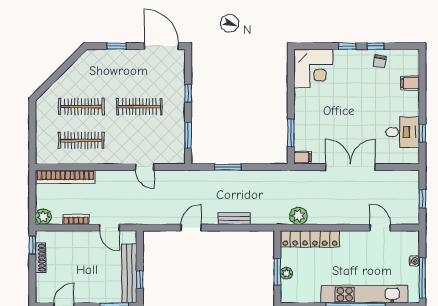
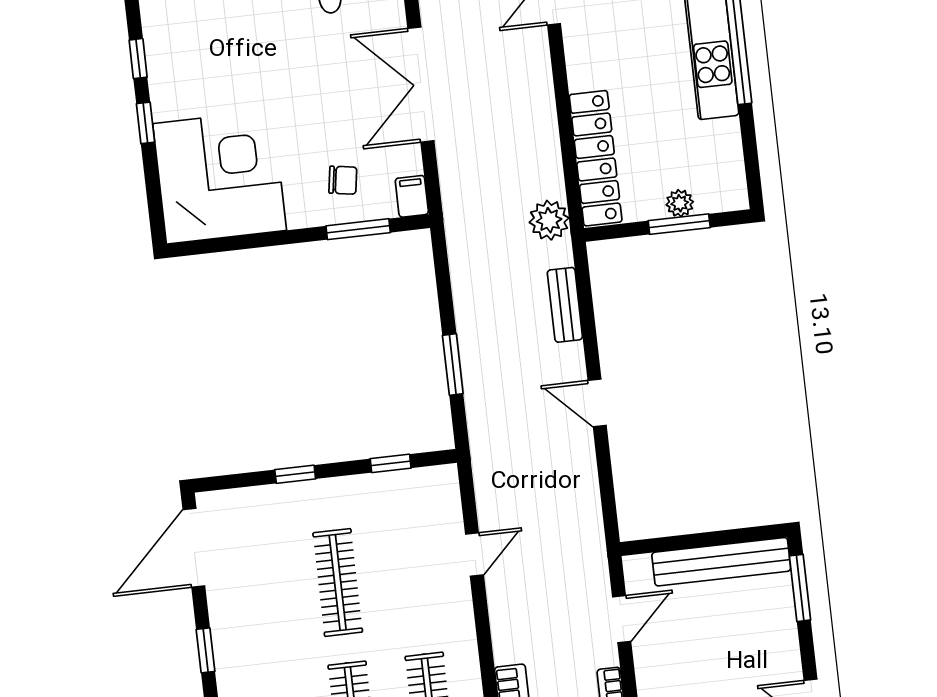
chair: (380, 61) -> (343, 180), moved
corner desk: (313, 69) -> (220, 177), width x1.36, depth x1.36
window: (188, 135) -> (391, 463), width x0.67
plant: (298, 216) -> (549, 220), moved
bench: (234, 219) -> (565, 305), moved
door: (191, 228) -> (597, 403), moved
window: (140, 280) -> (732, 536), removed

